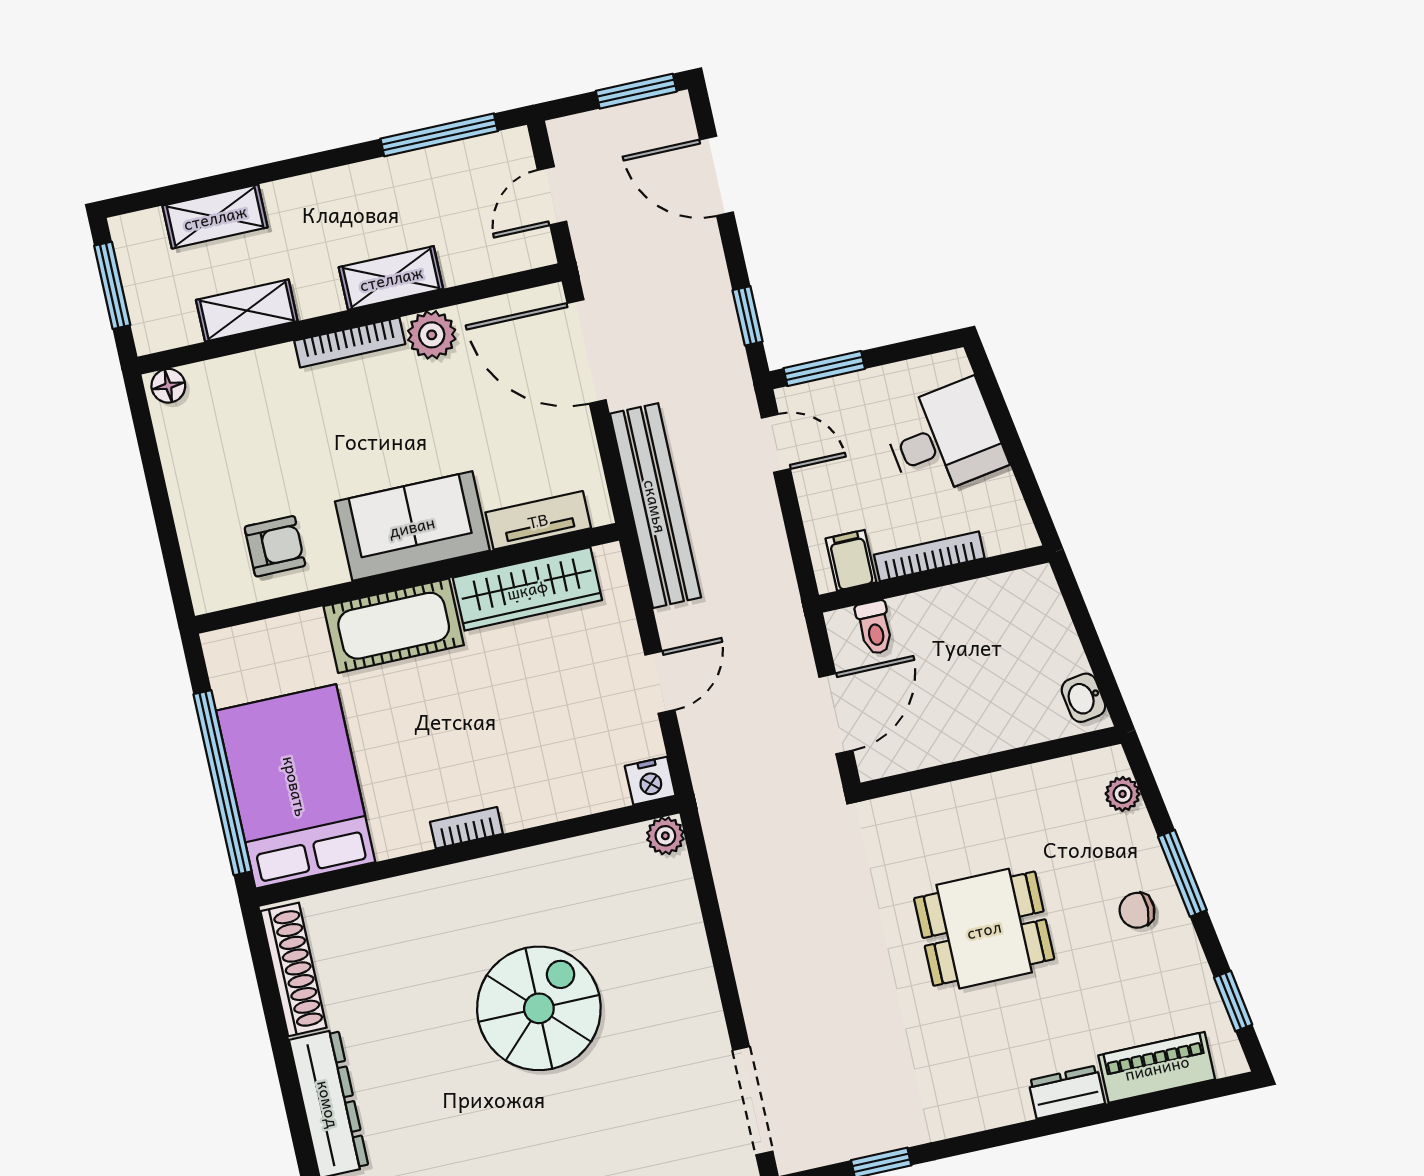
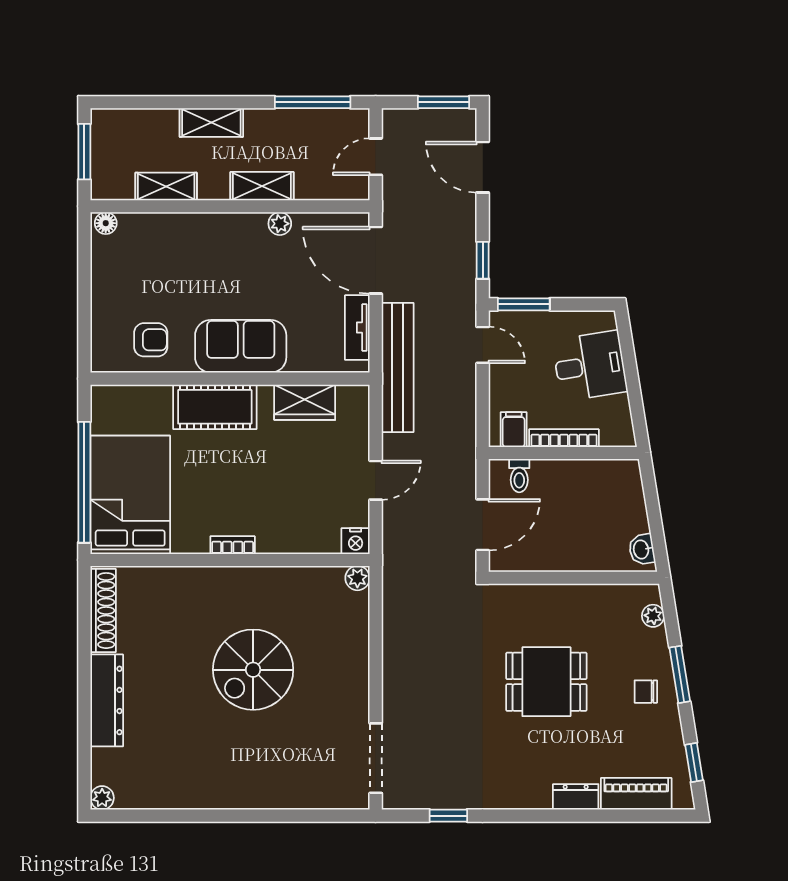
shelving: (215, 217) -> (211, 122), moved
plant: (432, 335) -> (280, 224), width x0.73, depth x0.73
bookcase: (350, 342) -> (227, 221), removed
tv unit: (538, 520) -> (357, 328), moved, turned -90
wardrobe: (527, 589) -> (305, 402), width x0.67
spiral stairs: (539, 1008) -> (253, 670), turned 180

